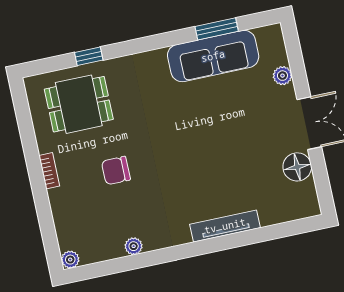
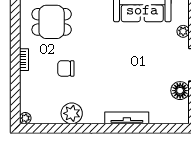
plant: (134, 246) -> (72, 113), width x1.88, depth x1.88

